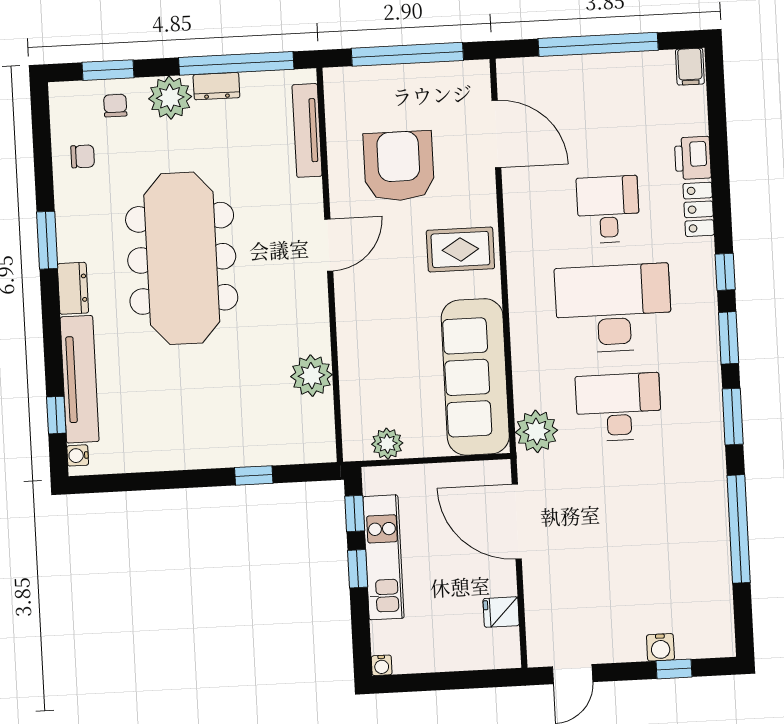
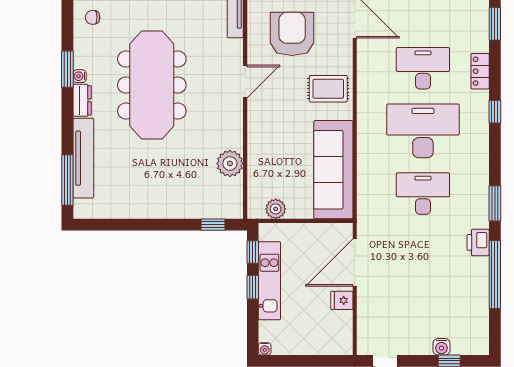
chair: (83, 156) -> (93, 17), turned 180
printer: (693, 158) -> (478, 242), moved
desk: (608, 209) -> (423, 68), width x1.37
window: (729, 338) -> (495, 24), moved
window: (56, 415) -> (67, 180), width x2.17
plant: (536, 431) -> (370, 206), removed
water cooler: (78, 455) -> (80, 76), moved
window: (254, 475) -> (213, 225), moved
door: (517, 522) -> (355, 263), hinge flipped
fridge: (501, 612) -> (342, 300), moved

